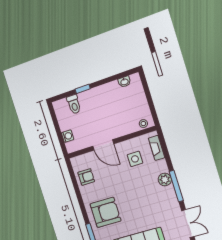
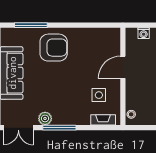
armchair: (86, 177) -> (96, 39), removed
plant: (165, 179) -> (45, 118), moved
armchair: (105, 212) -> (54, 48), turned -90

